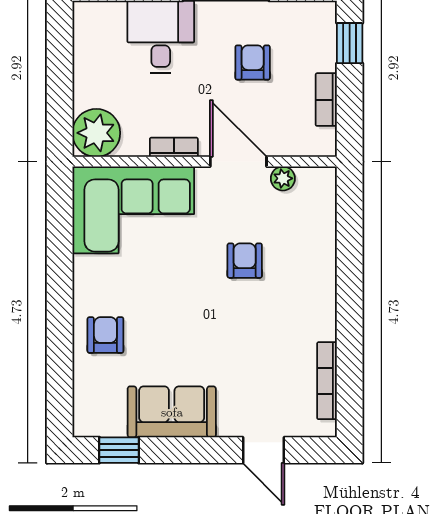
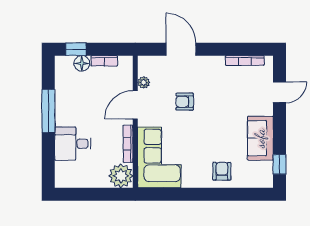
floor lamp: (321, 55) -> (82, 63), added
armchair: (253, 62) -> (86, 98), removed
bookcase: (174, 147) -> (128, 144), width x1.56
door: (350, 253) -> (181, 49), added
armchair: (105, 335) -> (222, 171), turned 90

